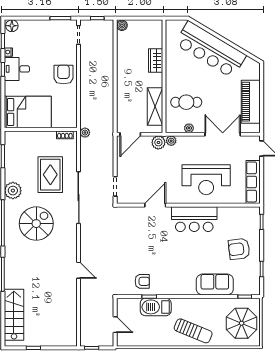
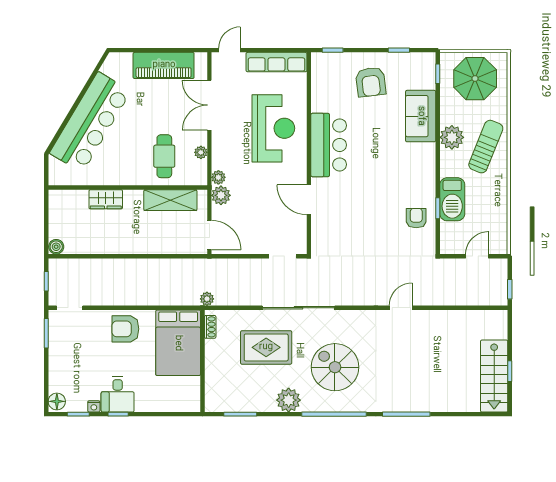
bed: (28, 112) -> (178, 343), moved, turned 180
plant: (200, 307) -> (452, 137), added
stairs: (14, 315) -> (494, 376), moved, turned -90

